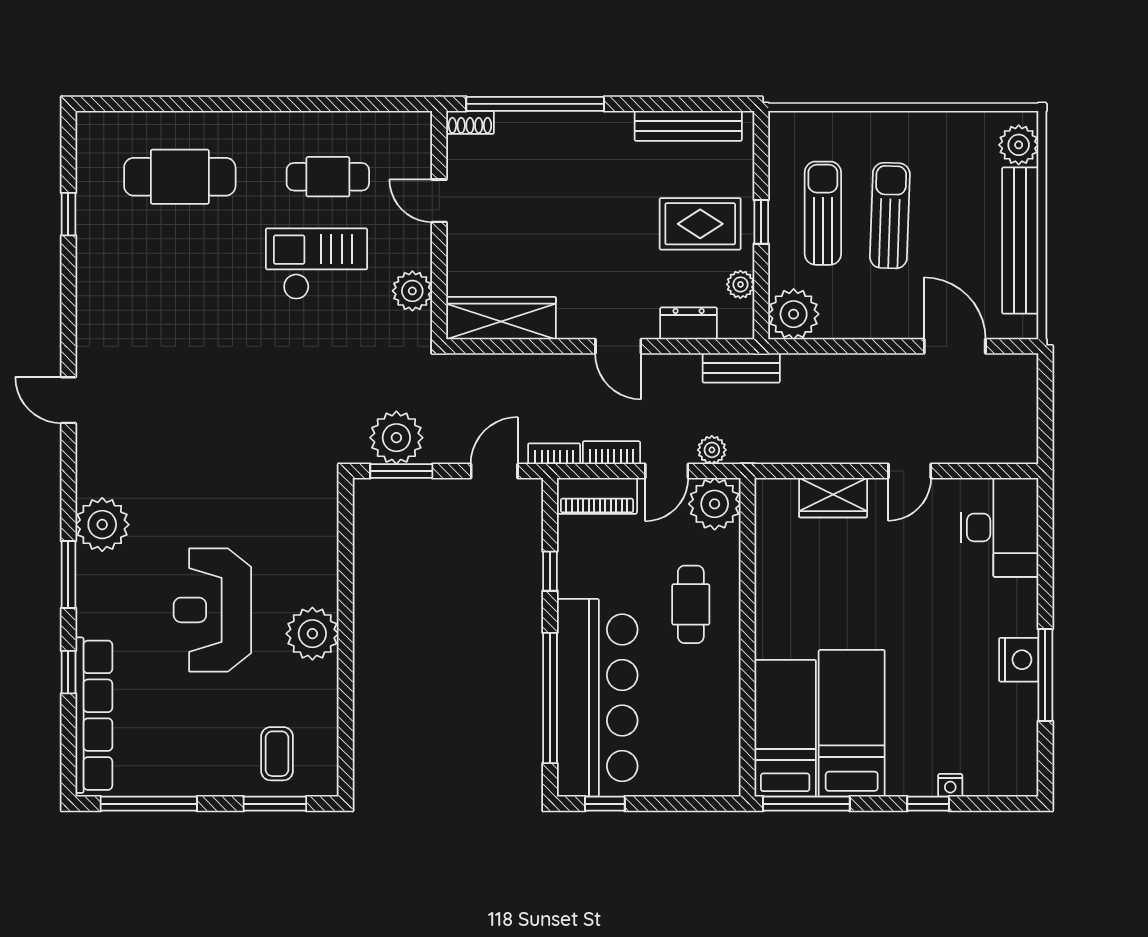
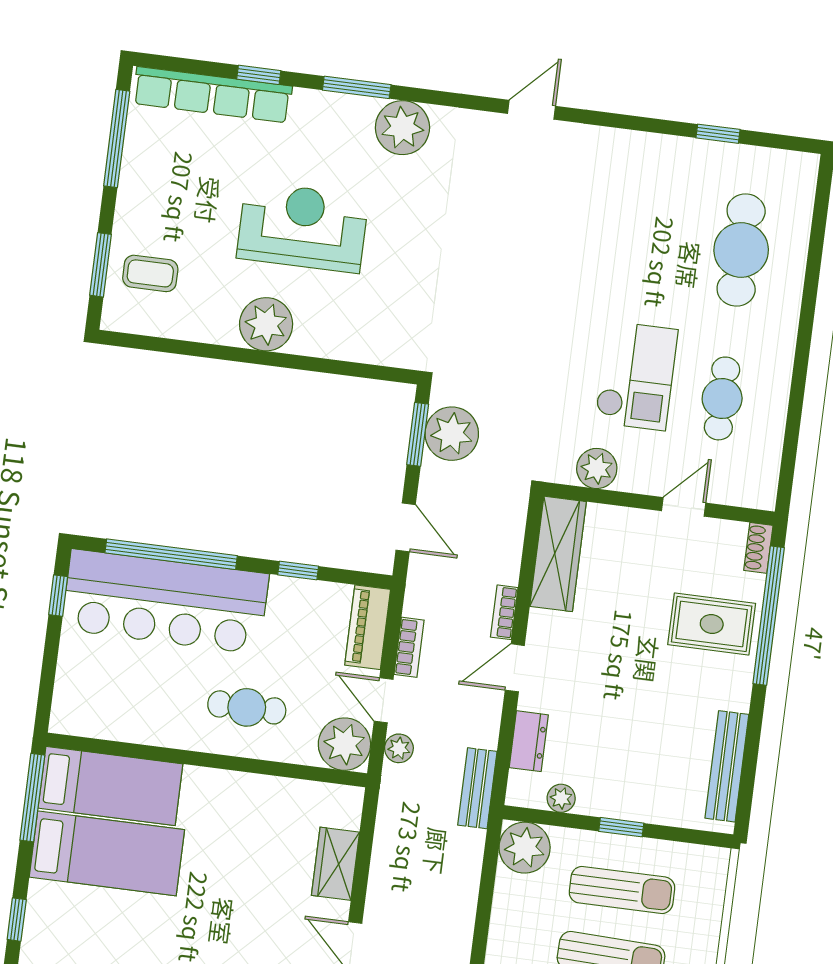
rug: (700, 224) -> (712, 624), moved, turned 90
bookcase: (554, 454) -> (504, 612), moved, turned 180
nightstand: (950, 785) -> (32, 944), removed

